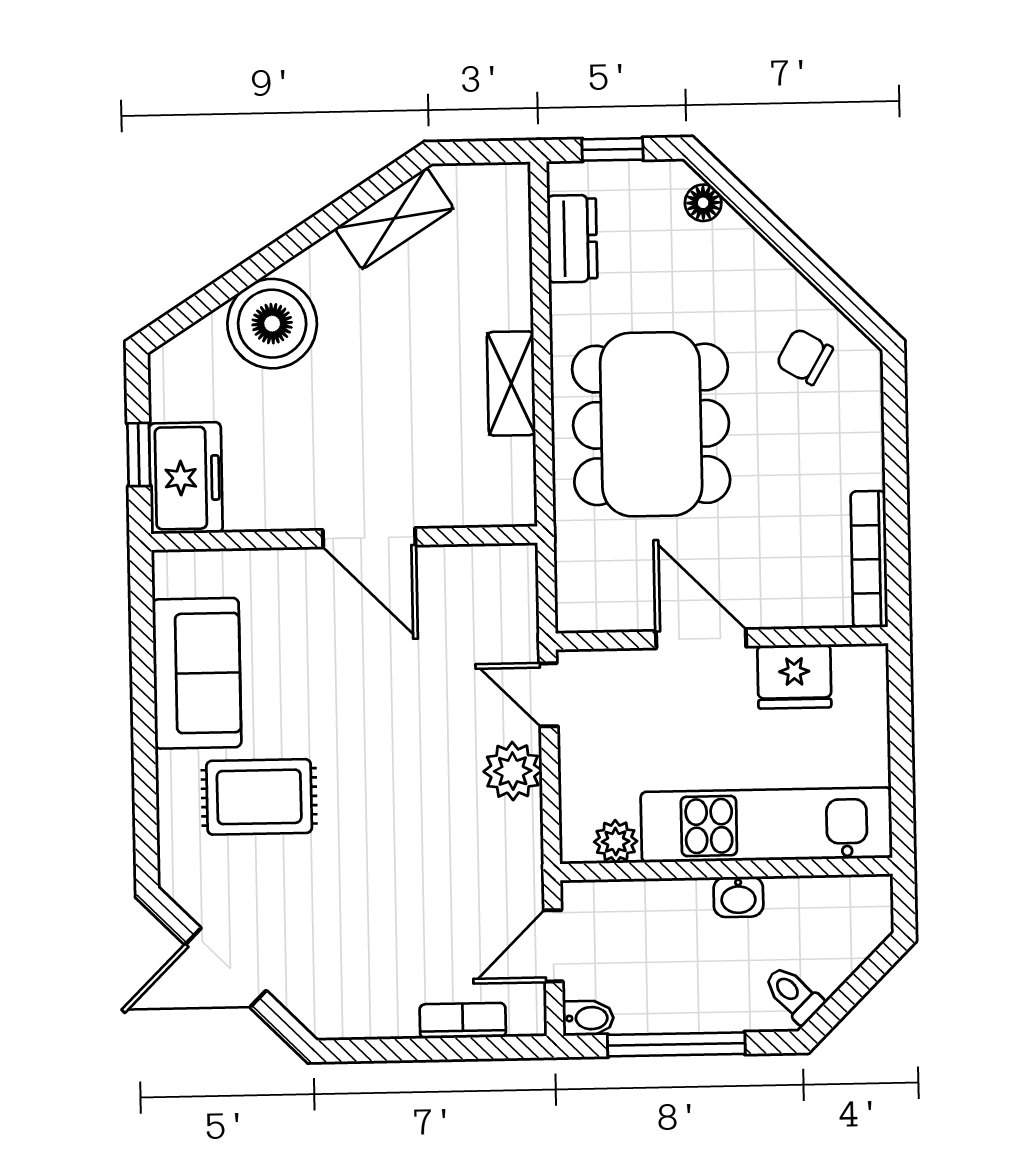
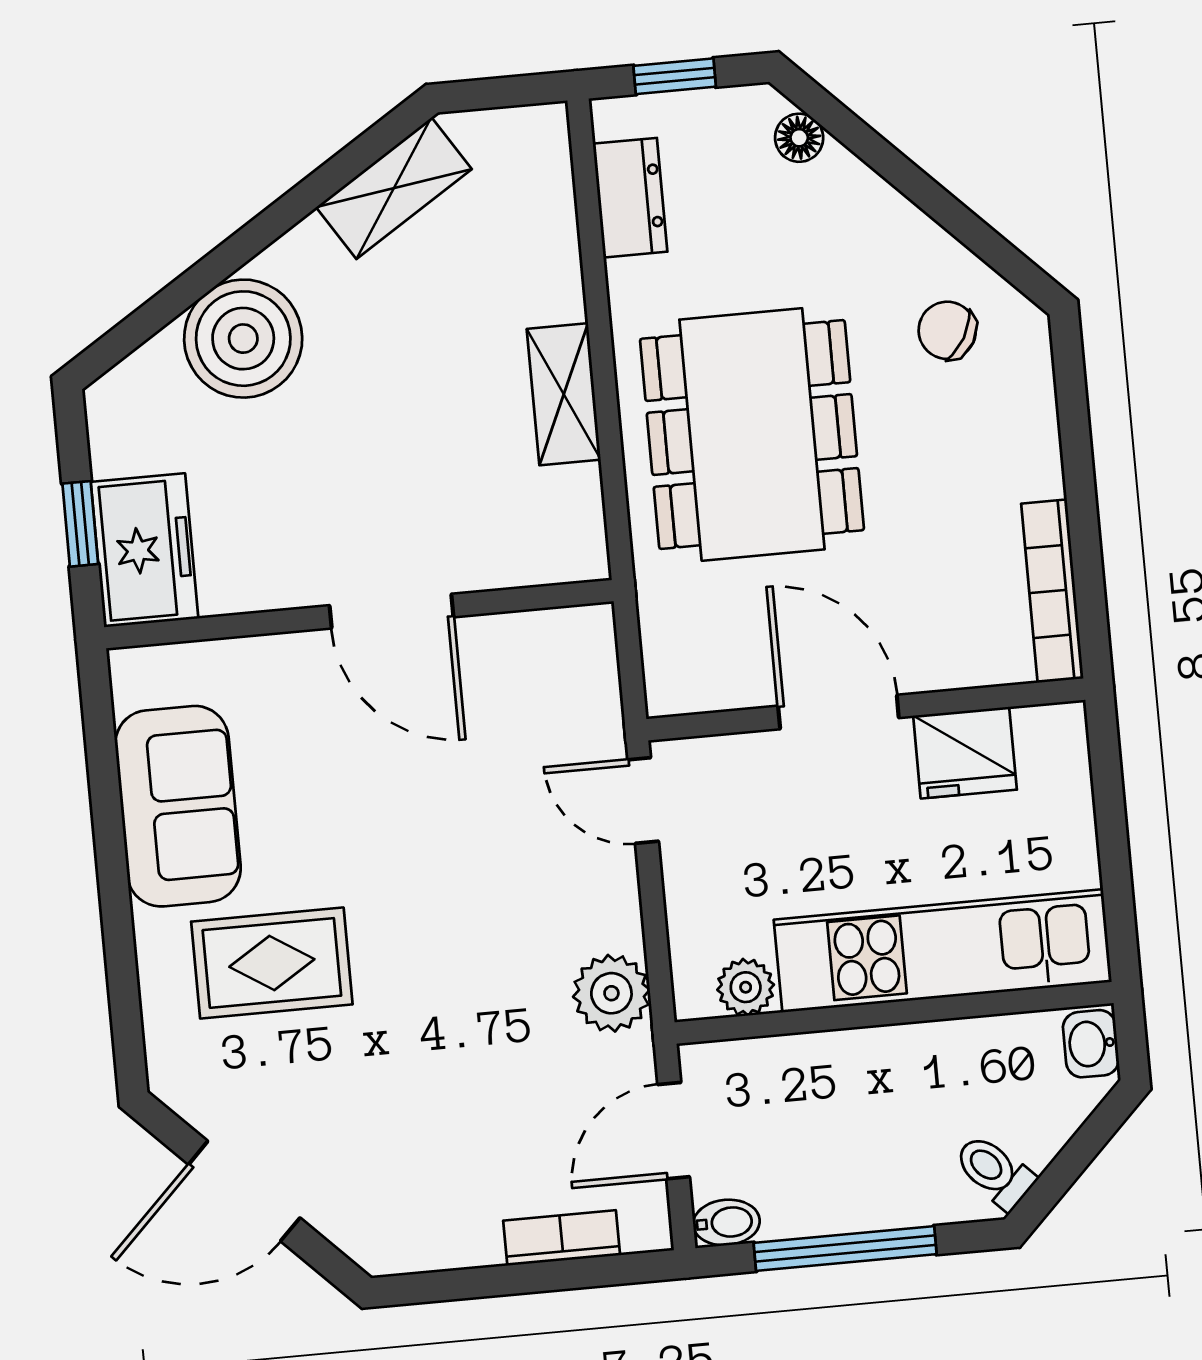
plant: (513, 771) -> (611, 993), moved
washbasin: (738, 897) -> (1091, 1044), moved, turned 90

